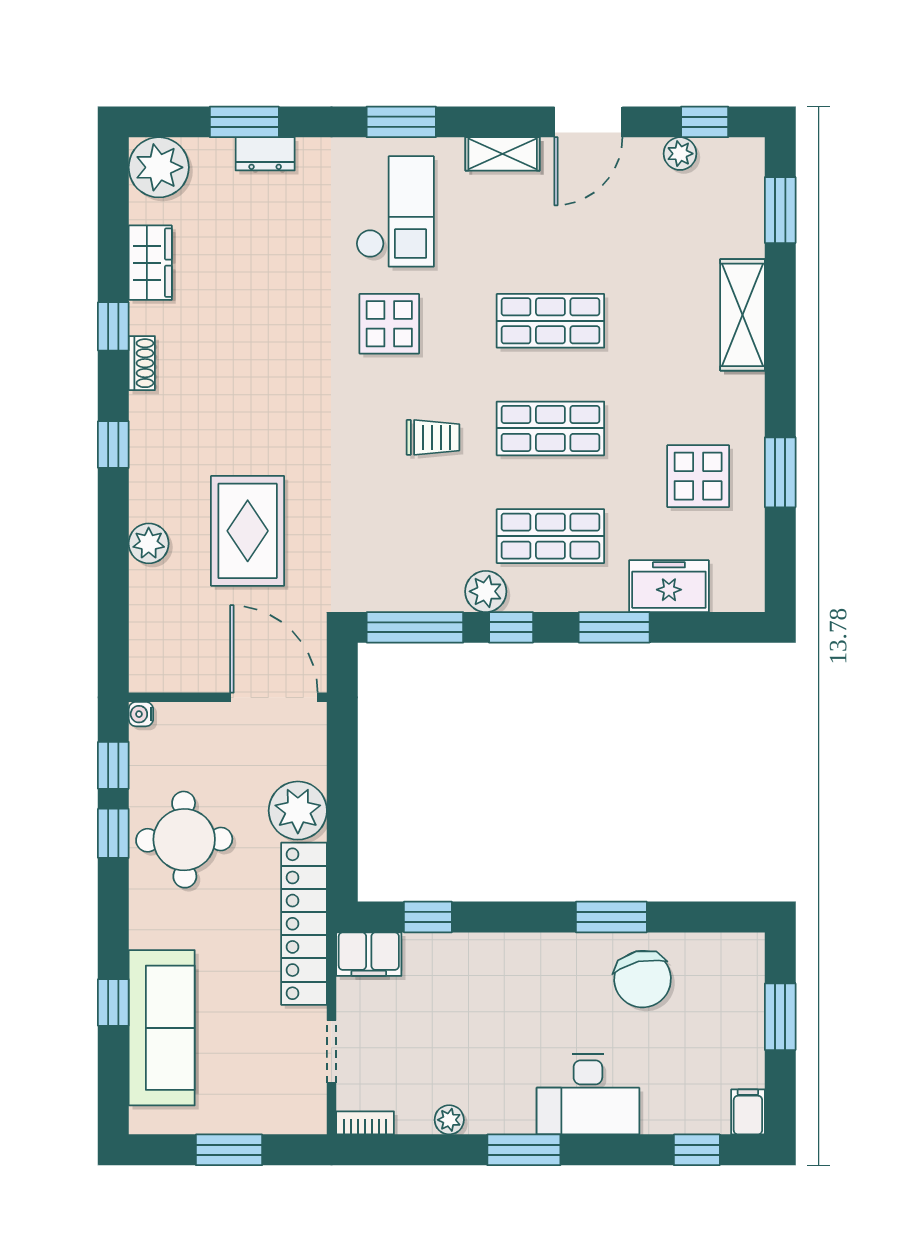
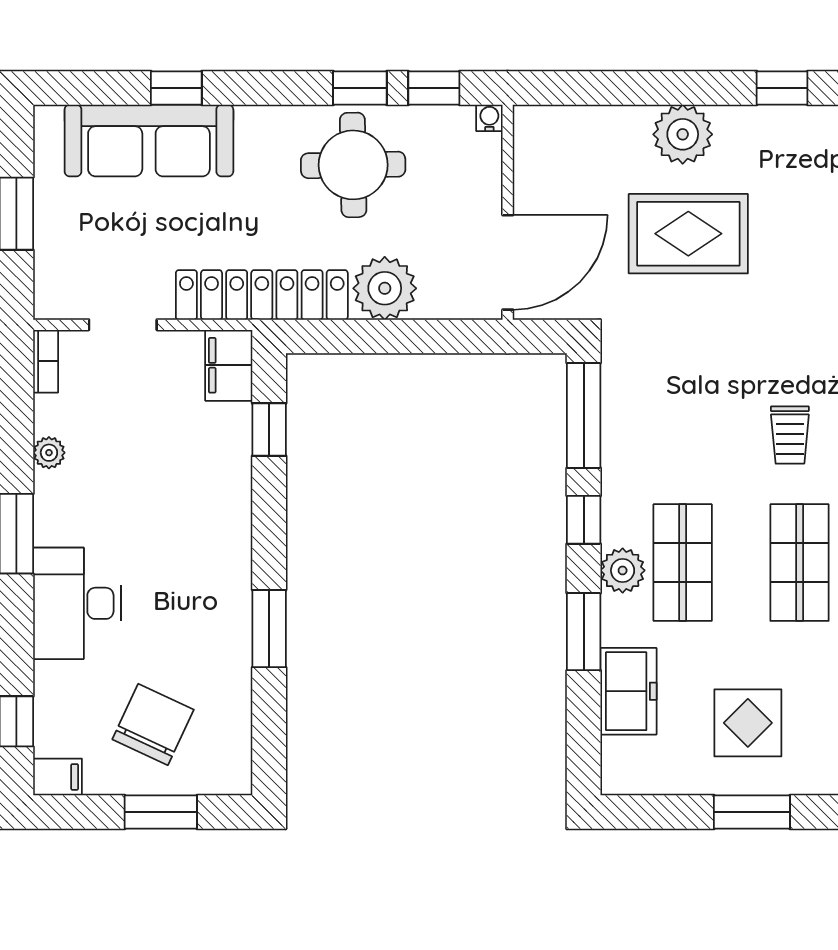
plant: (149, 543) -> (683, 134), width x1.36, depth x1.36
plant: (486, 591) -> (623, 570), moved
chair: (643, 979) -> (153, 724), moved, turned 128

